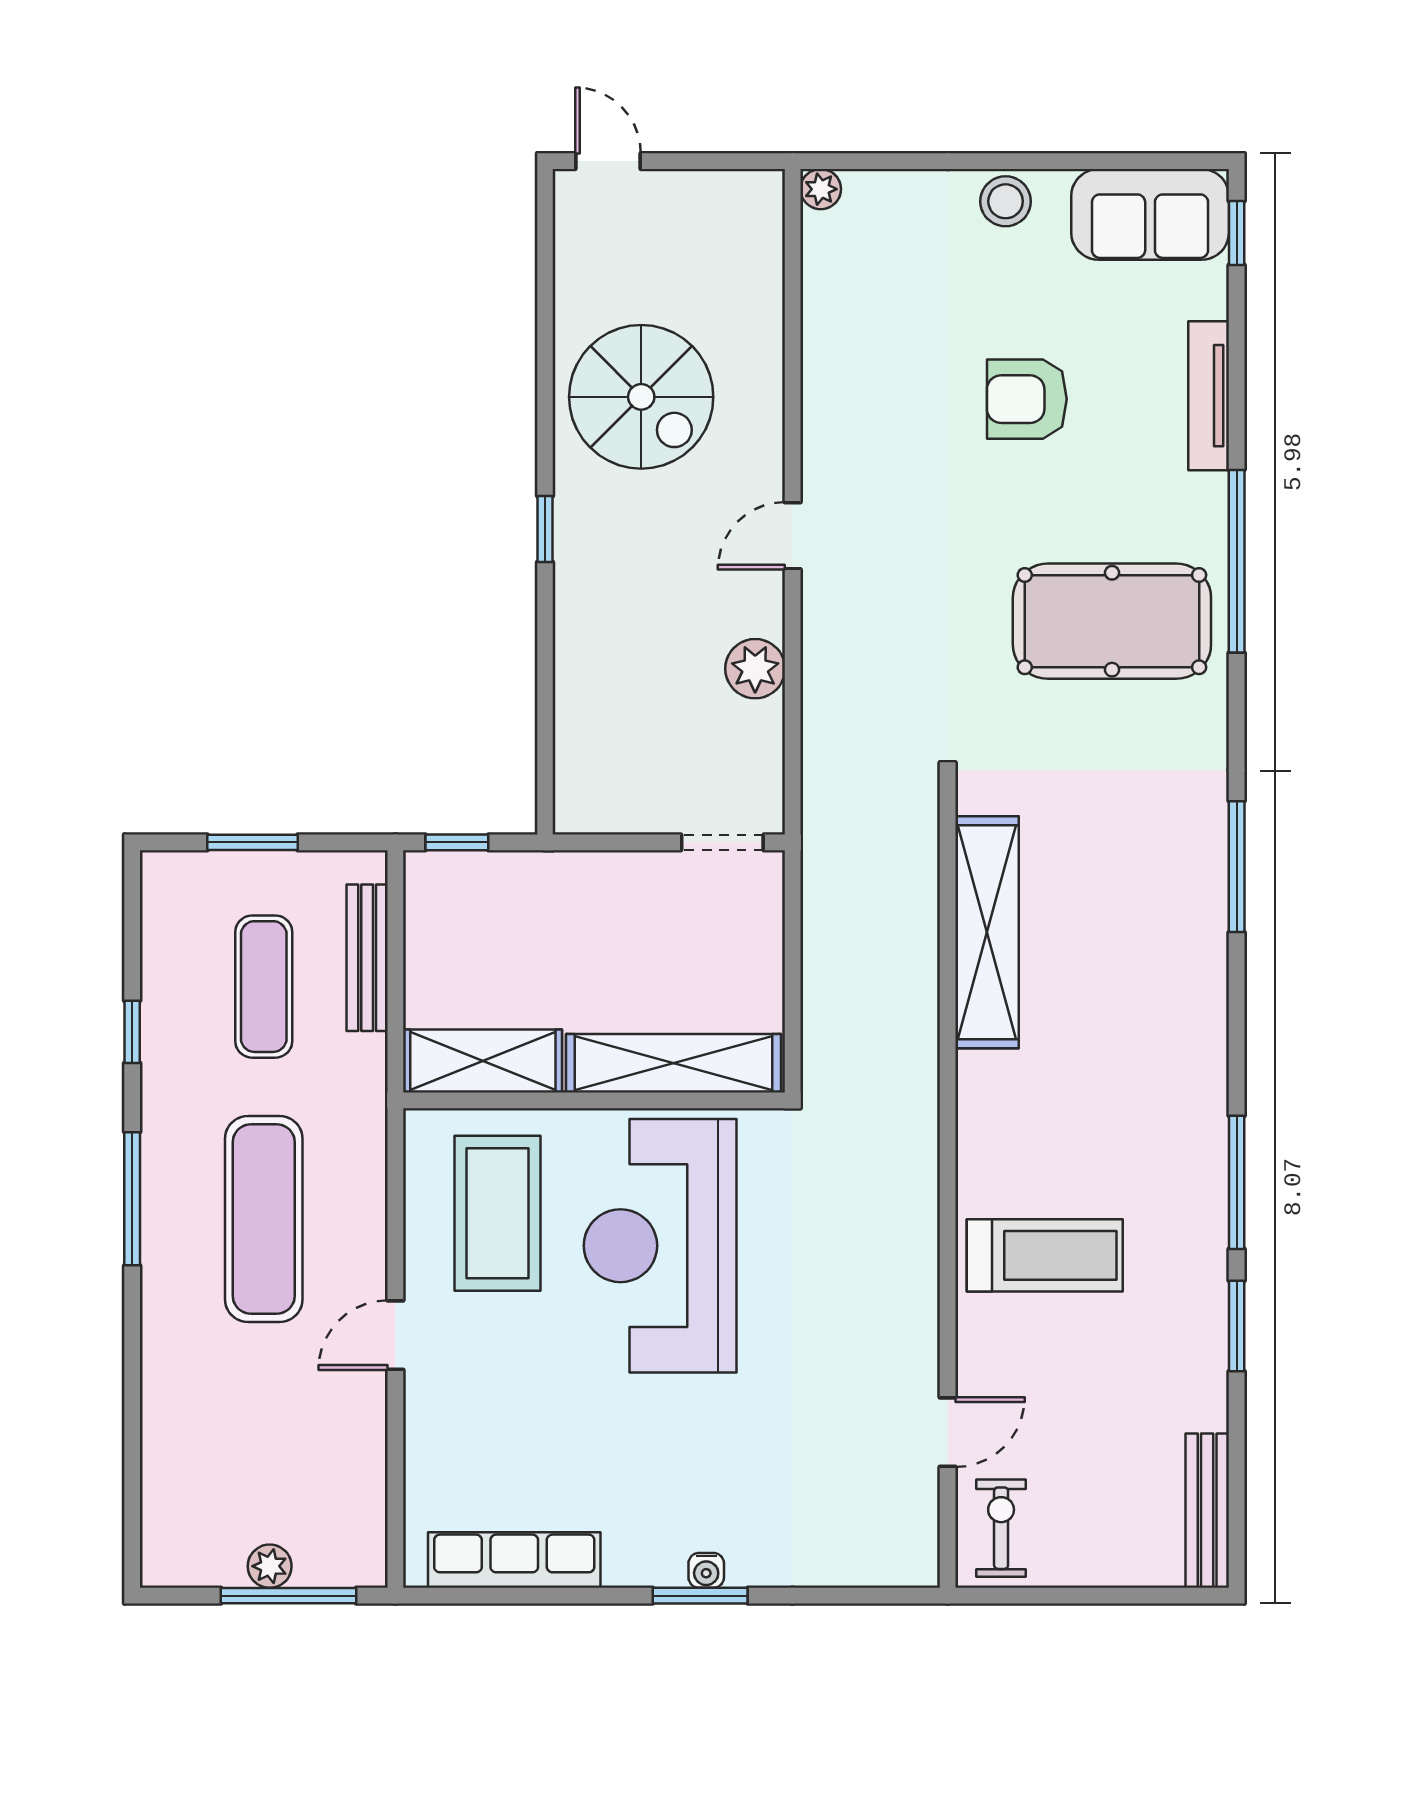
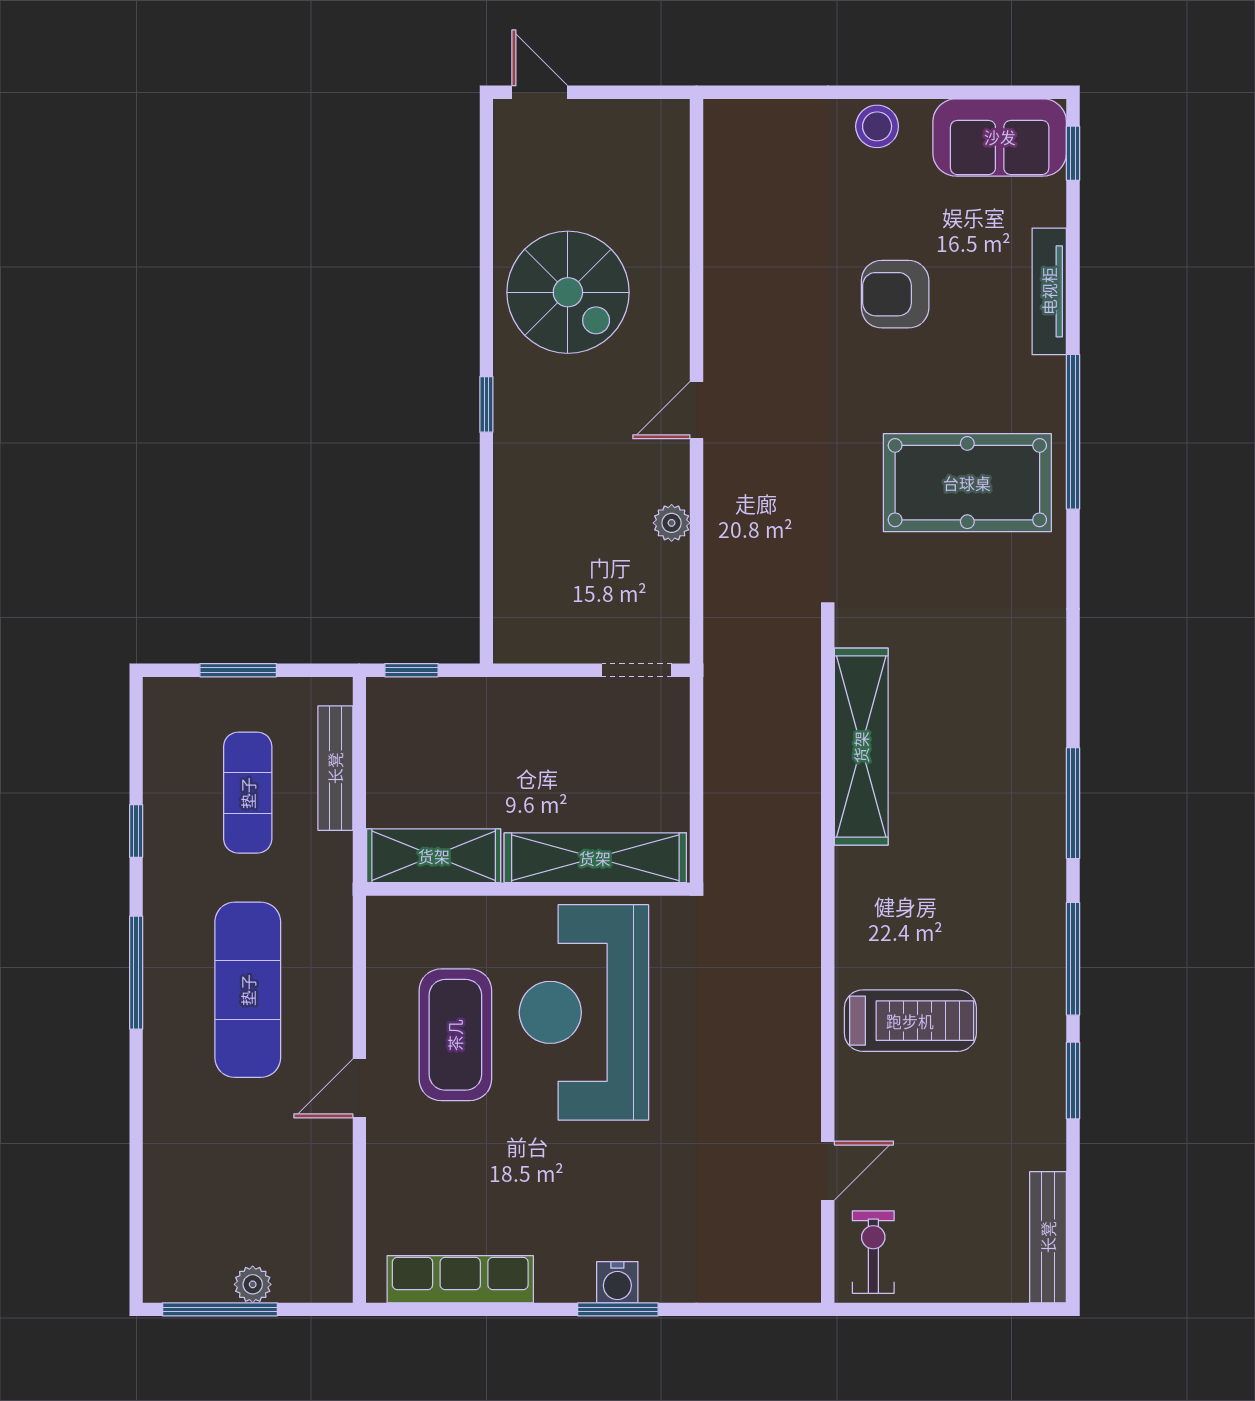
plant: (821, 189) -> (720, 116), removed
plant: (755, 669) -> (672, 523), width x0.73, depth x0.73
window: (1237, 867) -> (1073, 803), moved
coffee table: (498, 1213) -> (455, 1035), moved
water cooler: (706, 1570) -> (617, 1282), width x1.38, depth x1.38
window: (289, 1596) -> (220, 1309), moved

